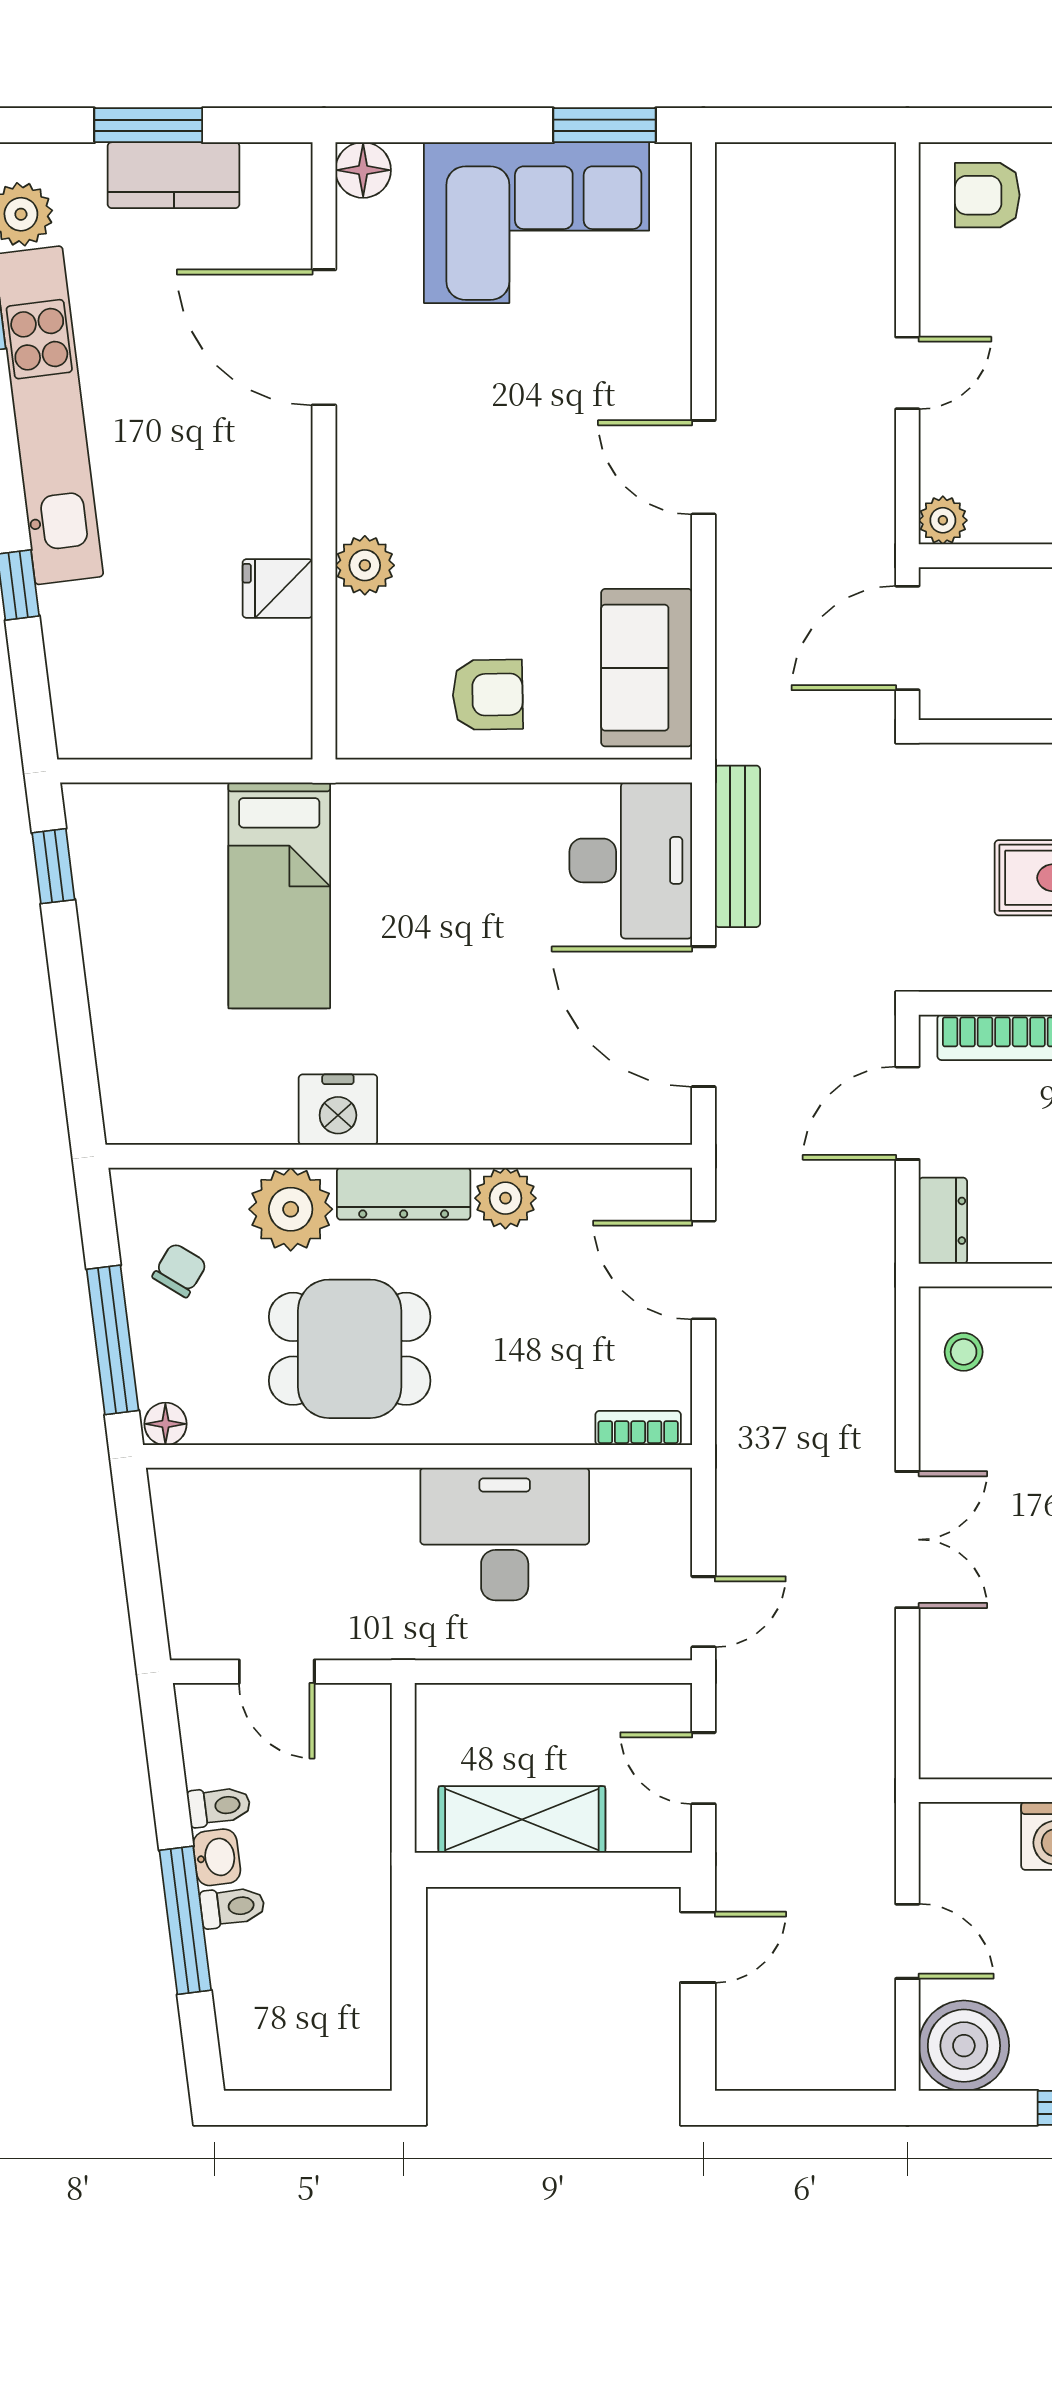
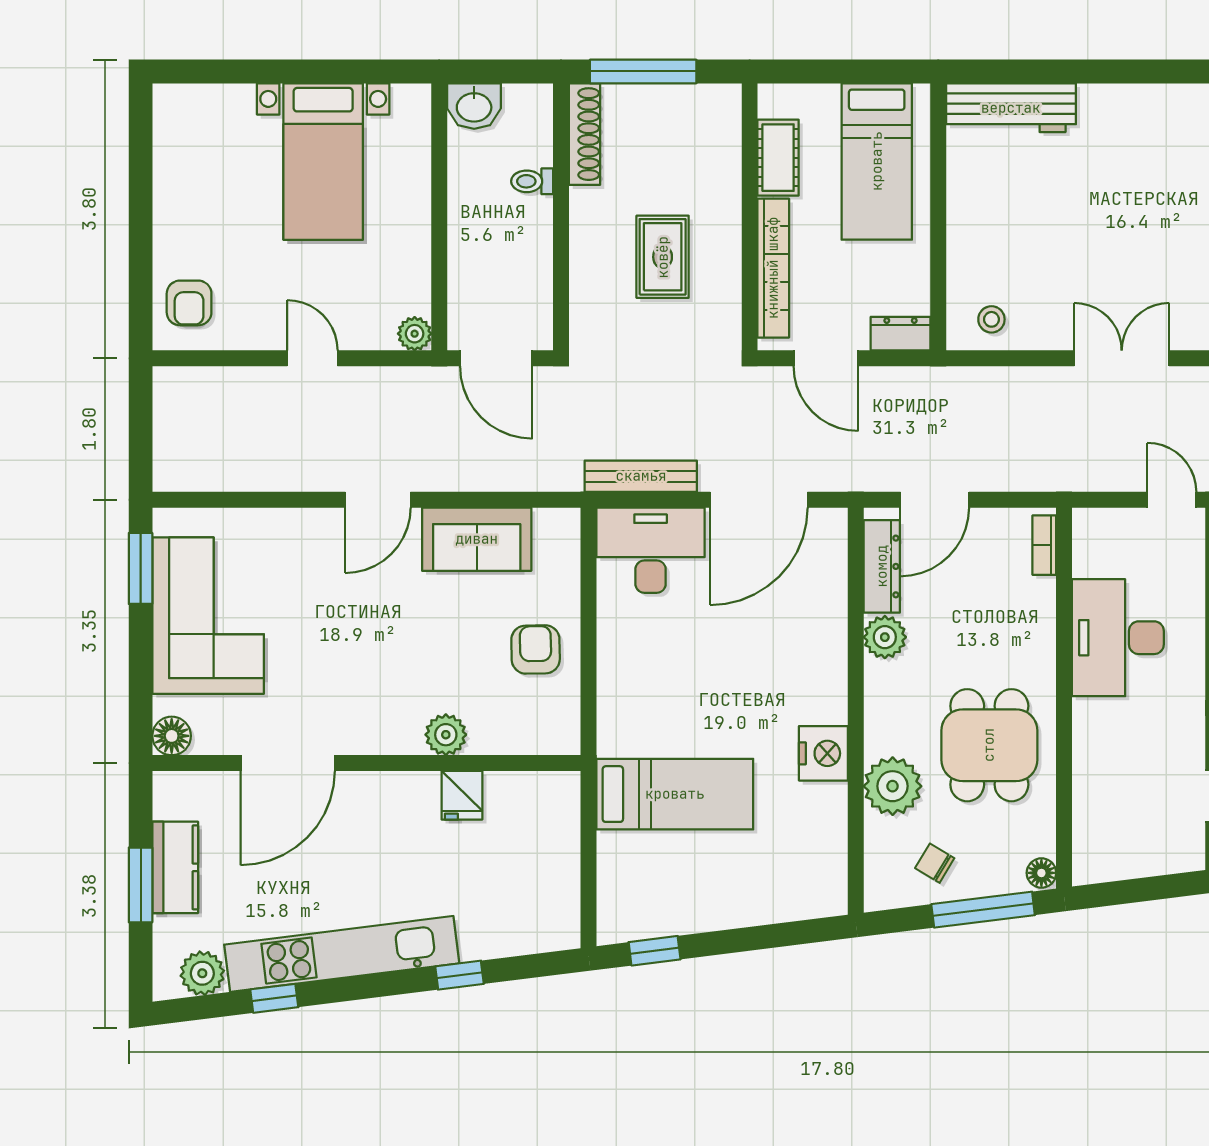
sofa: (647, 668) -> (477, 539), moved
dresser: (404, 1194) -> (882, 566), moved

